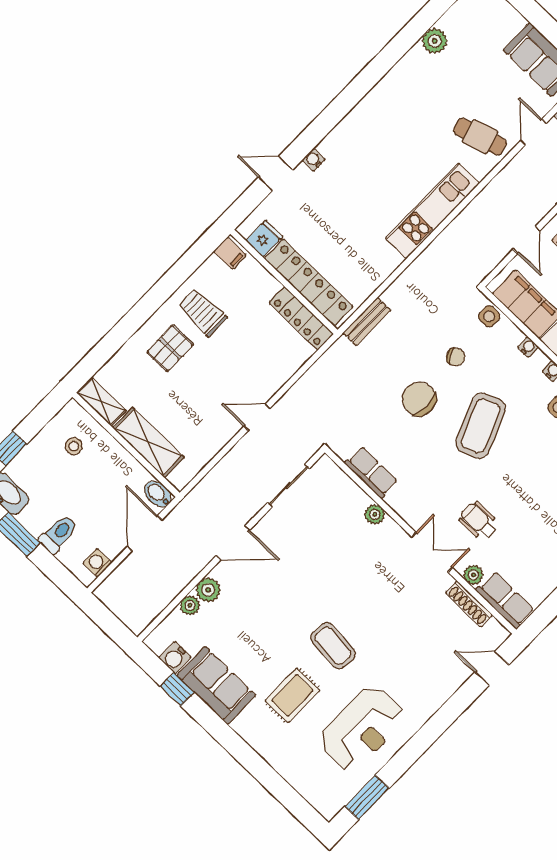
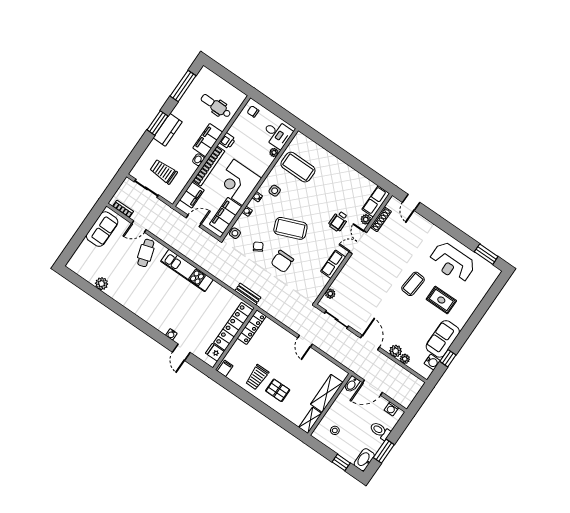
row of seats: (371, 472) -> (333, 264), moved
plant: (375, 514) -> (330, 294), moved
reception desk: (362, 729) -> (452, 263), turned 180

